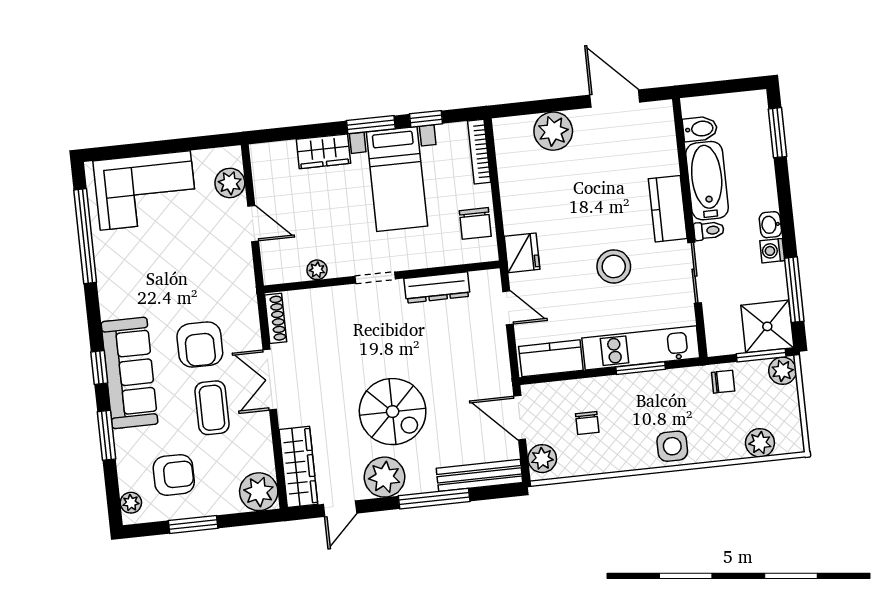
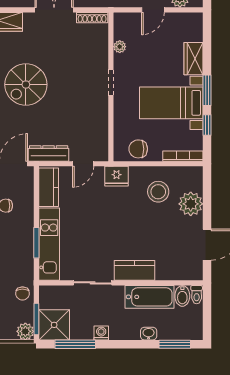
washbasin: (770, 225) -> (149, 334), moved
toilet: (709, 231) -> (197, 295), moved
stool: (614, 266) -> (158, 192), moved
dresser: (437, 287) -> (49, 153), moved, turned 90

